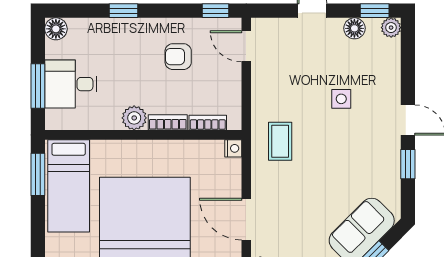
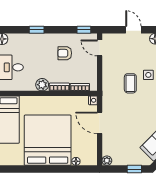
coffee table: (280, 141) -> (130, 83), moved
door: (246, 219) -> (100, 123), moved

